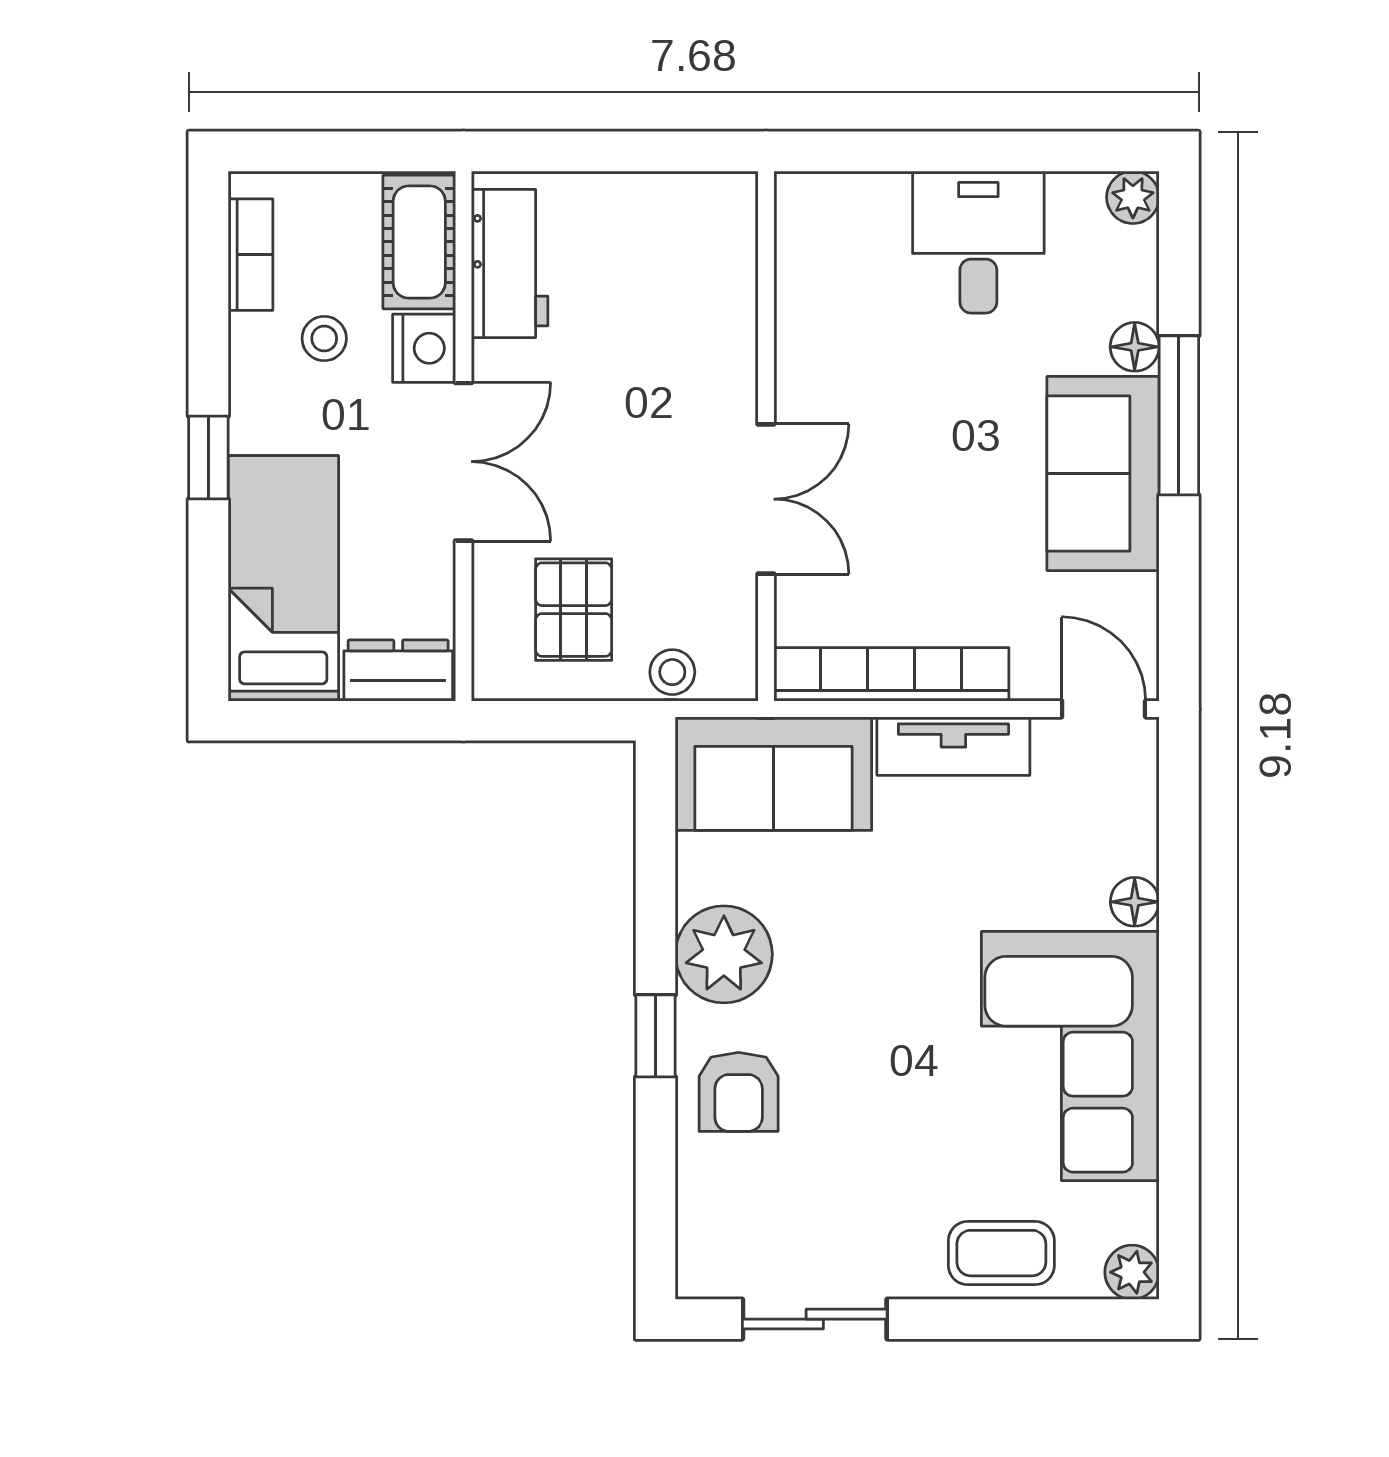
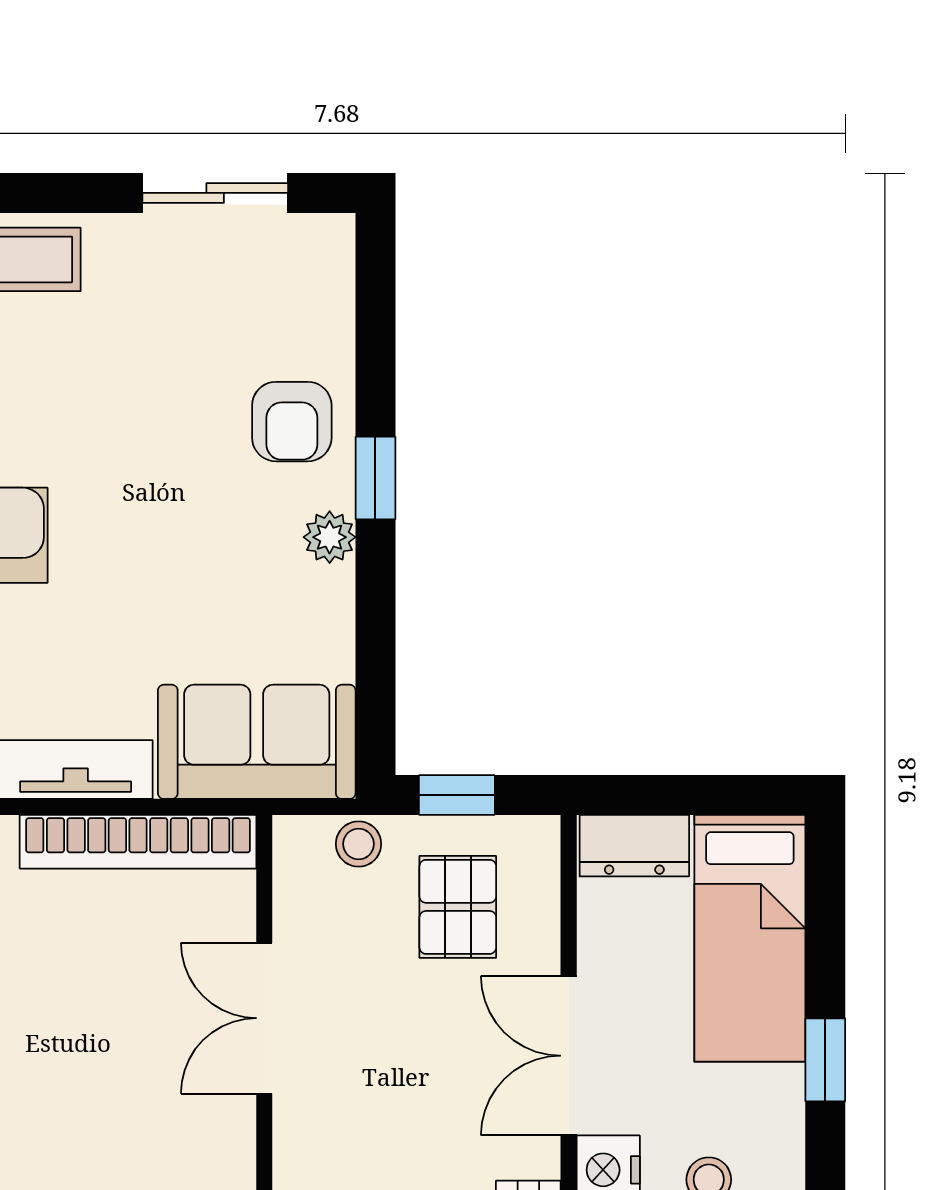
window: (574, 721) -> (457, 795), added
plant: (724, 954) -> (330, 537), width x0.53, depth x0.53
armchair: (739, 1092) -> (292, 422), turned 180

